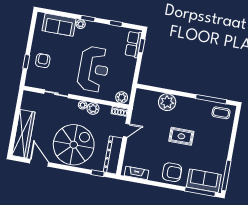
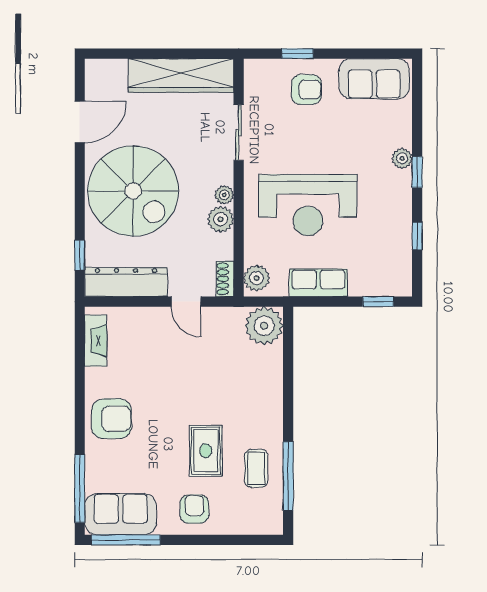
sofa: (59, 25) -> (374, 79), moved, turned -90
row of seats: (133, 44) -> (318, 283), moved
plant: (167, 102) -> (264, 326), moved
coffee table: (221, 113) -> (256, 468), moved
wardrobe: (23, 134) -> (181, 76), moved
rug: (181, 136) -> (206, 451), moved
armchair: (218, 143) -> (194, 509), added
armchair: (172, 172) -> (112, 419), turned -90
sofa: (204, 181) -> (121, 514), moved, turned -90

